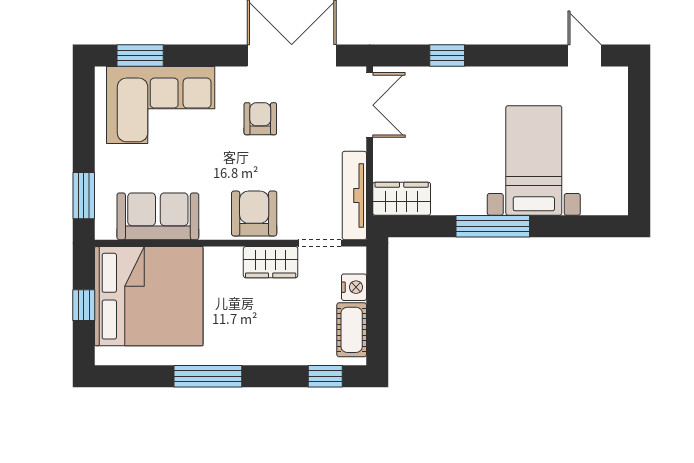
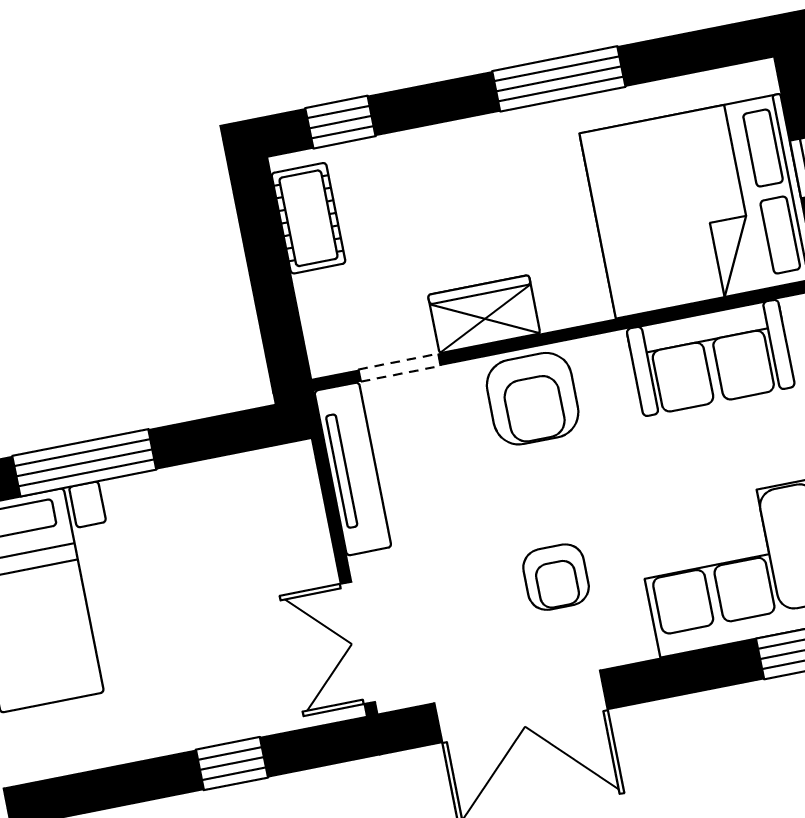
wardrobe: (402, 199) -> (264, 481), removed
nightstand: (354, 287) -> (320, 298), removed

